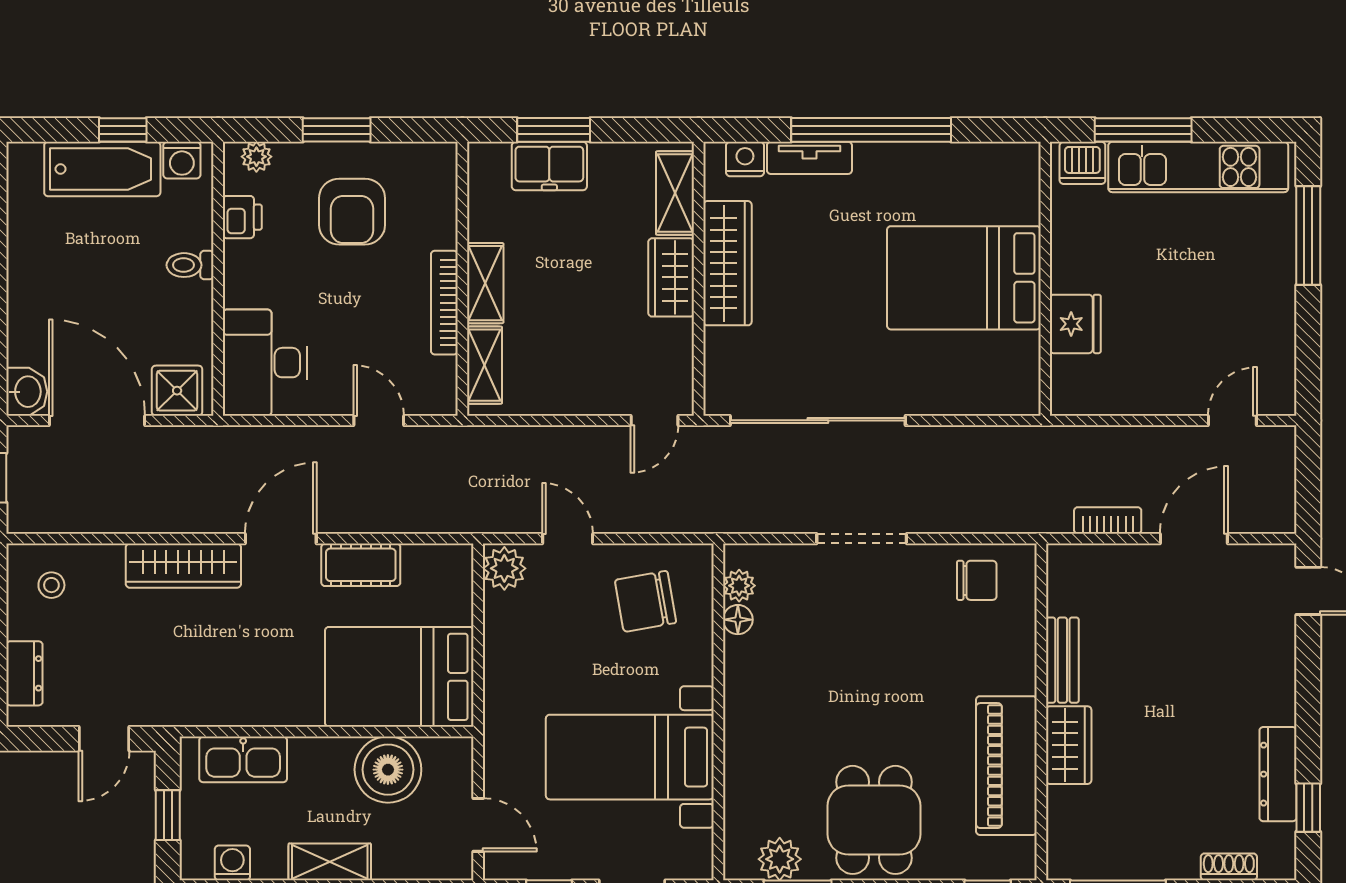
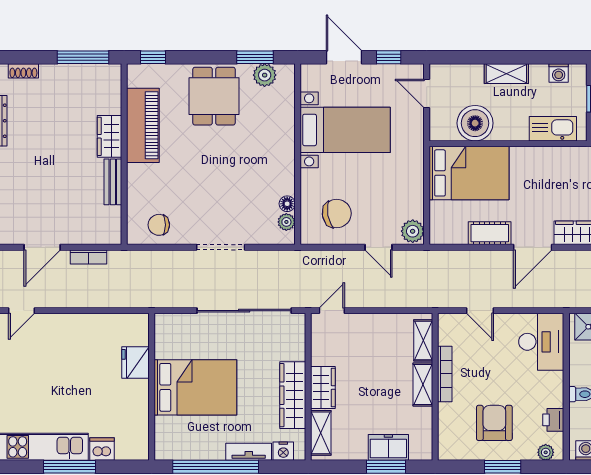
bed: (964, 278) -> (195, 387), moved
wall: (1045, 279) -> (152, 387), moved
fridge: (1075, 324) -> (135, 363), moved

